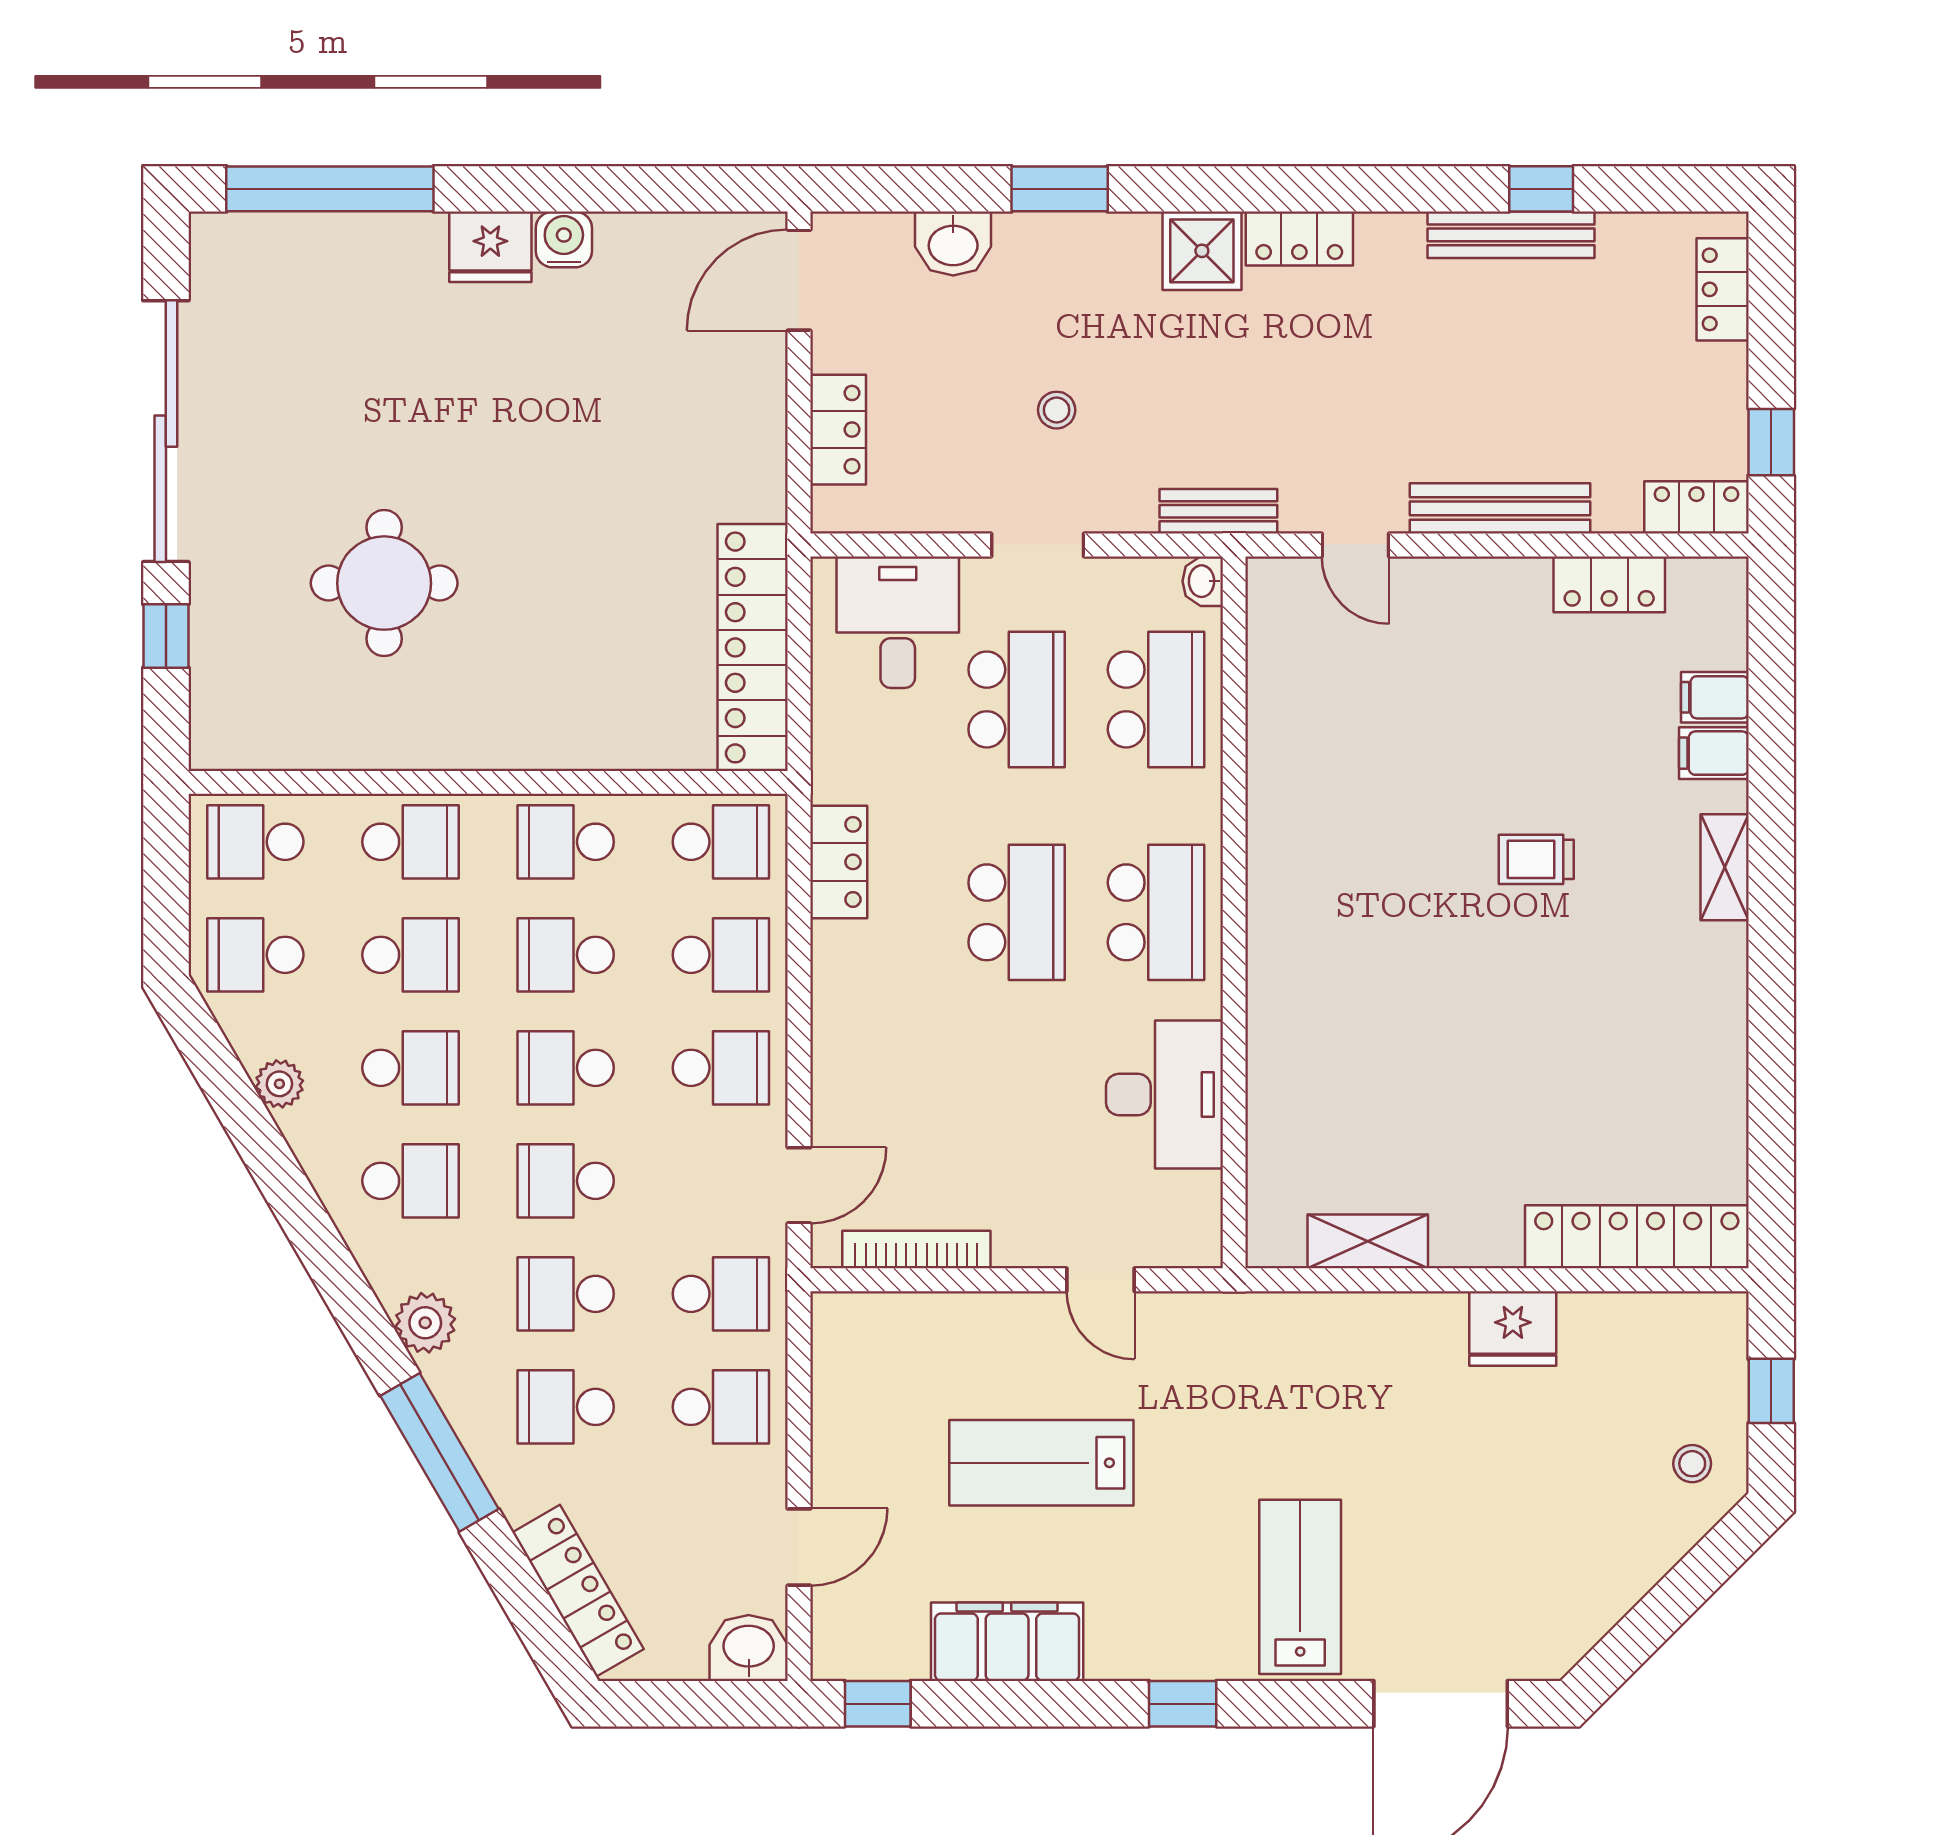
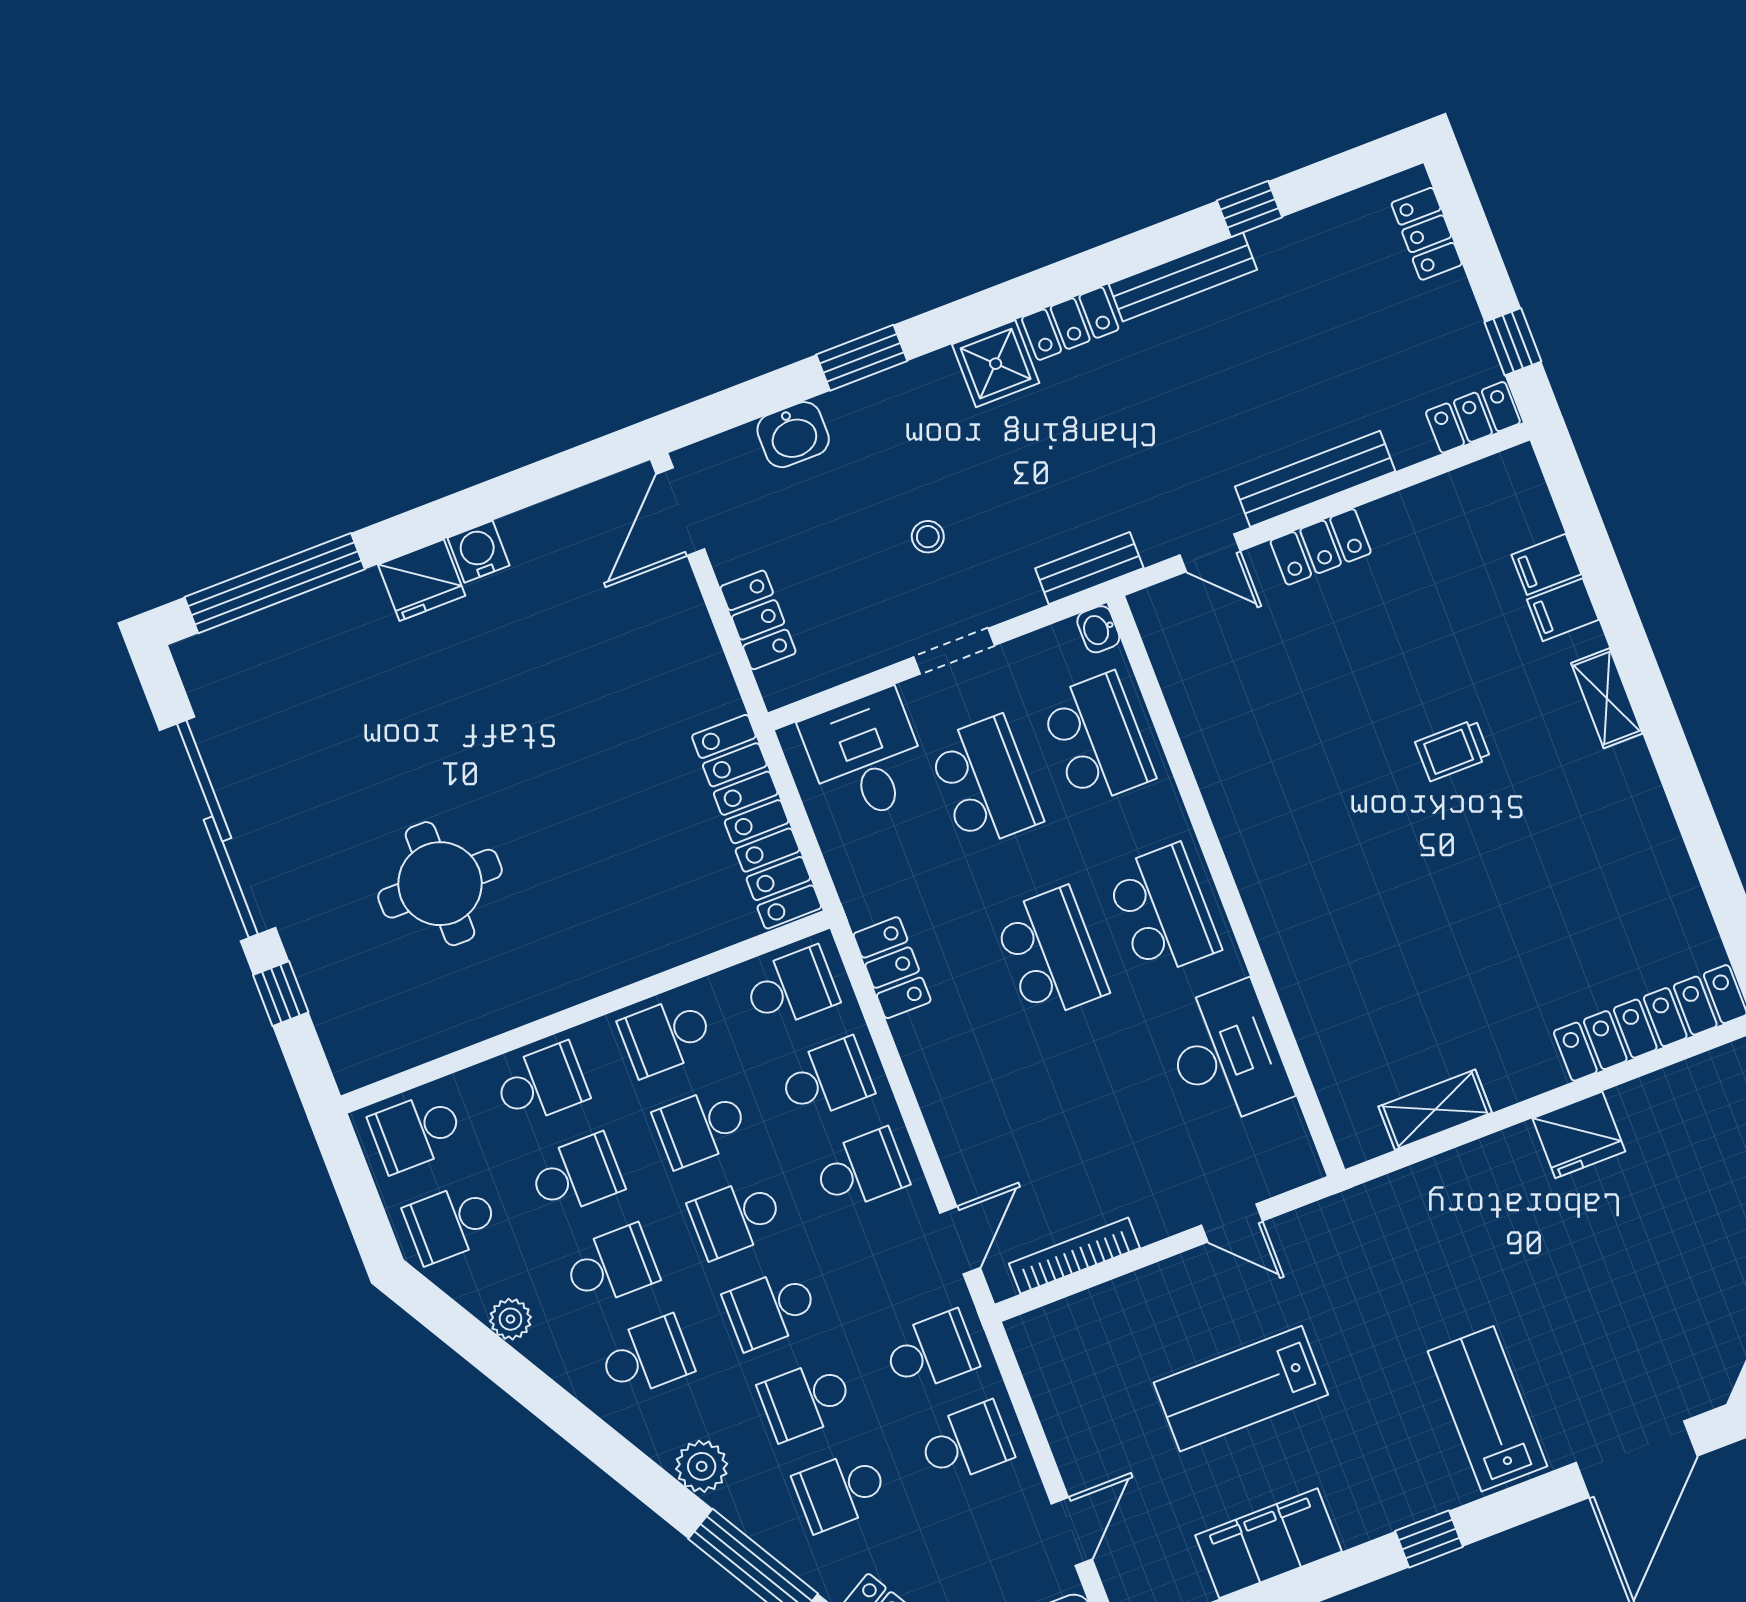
bench: (1511, 235) -> (1183, 277), moved
locker: (1609, 584) -> (1321, 547), moved

